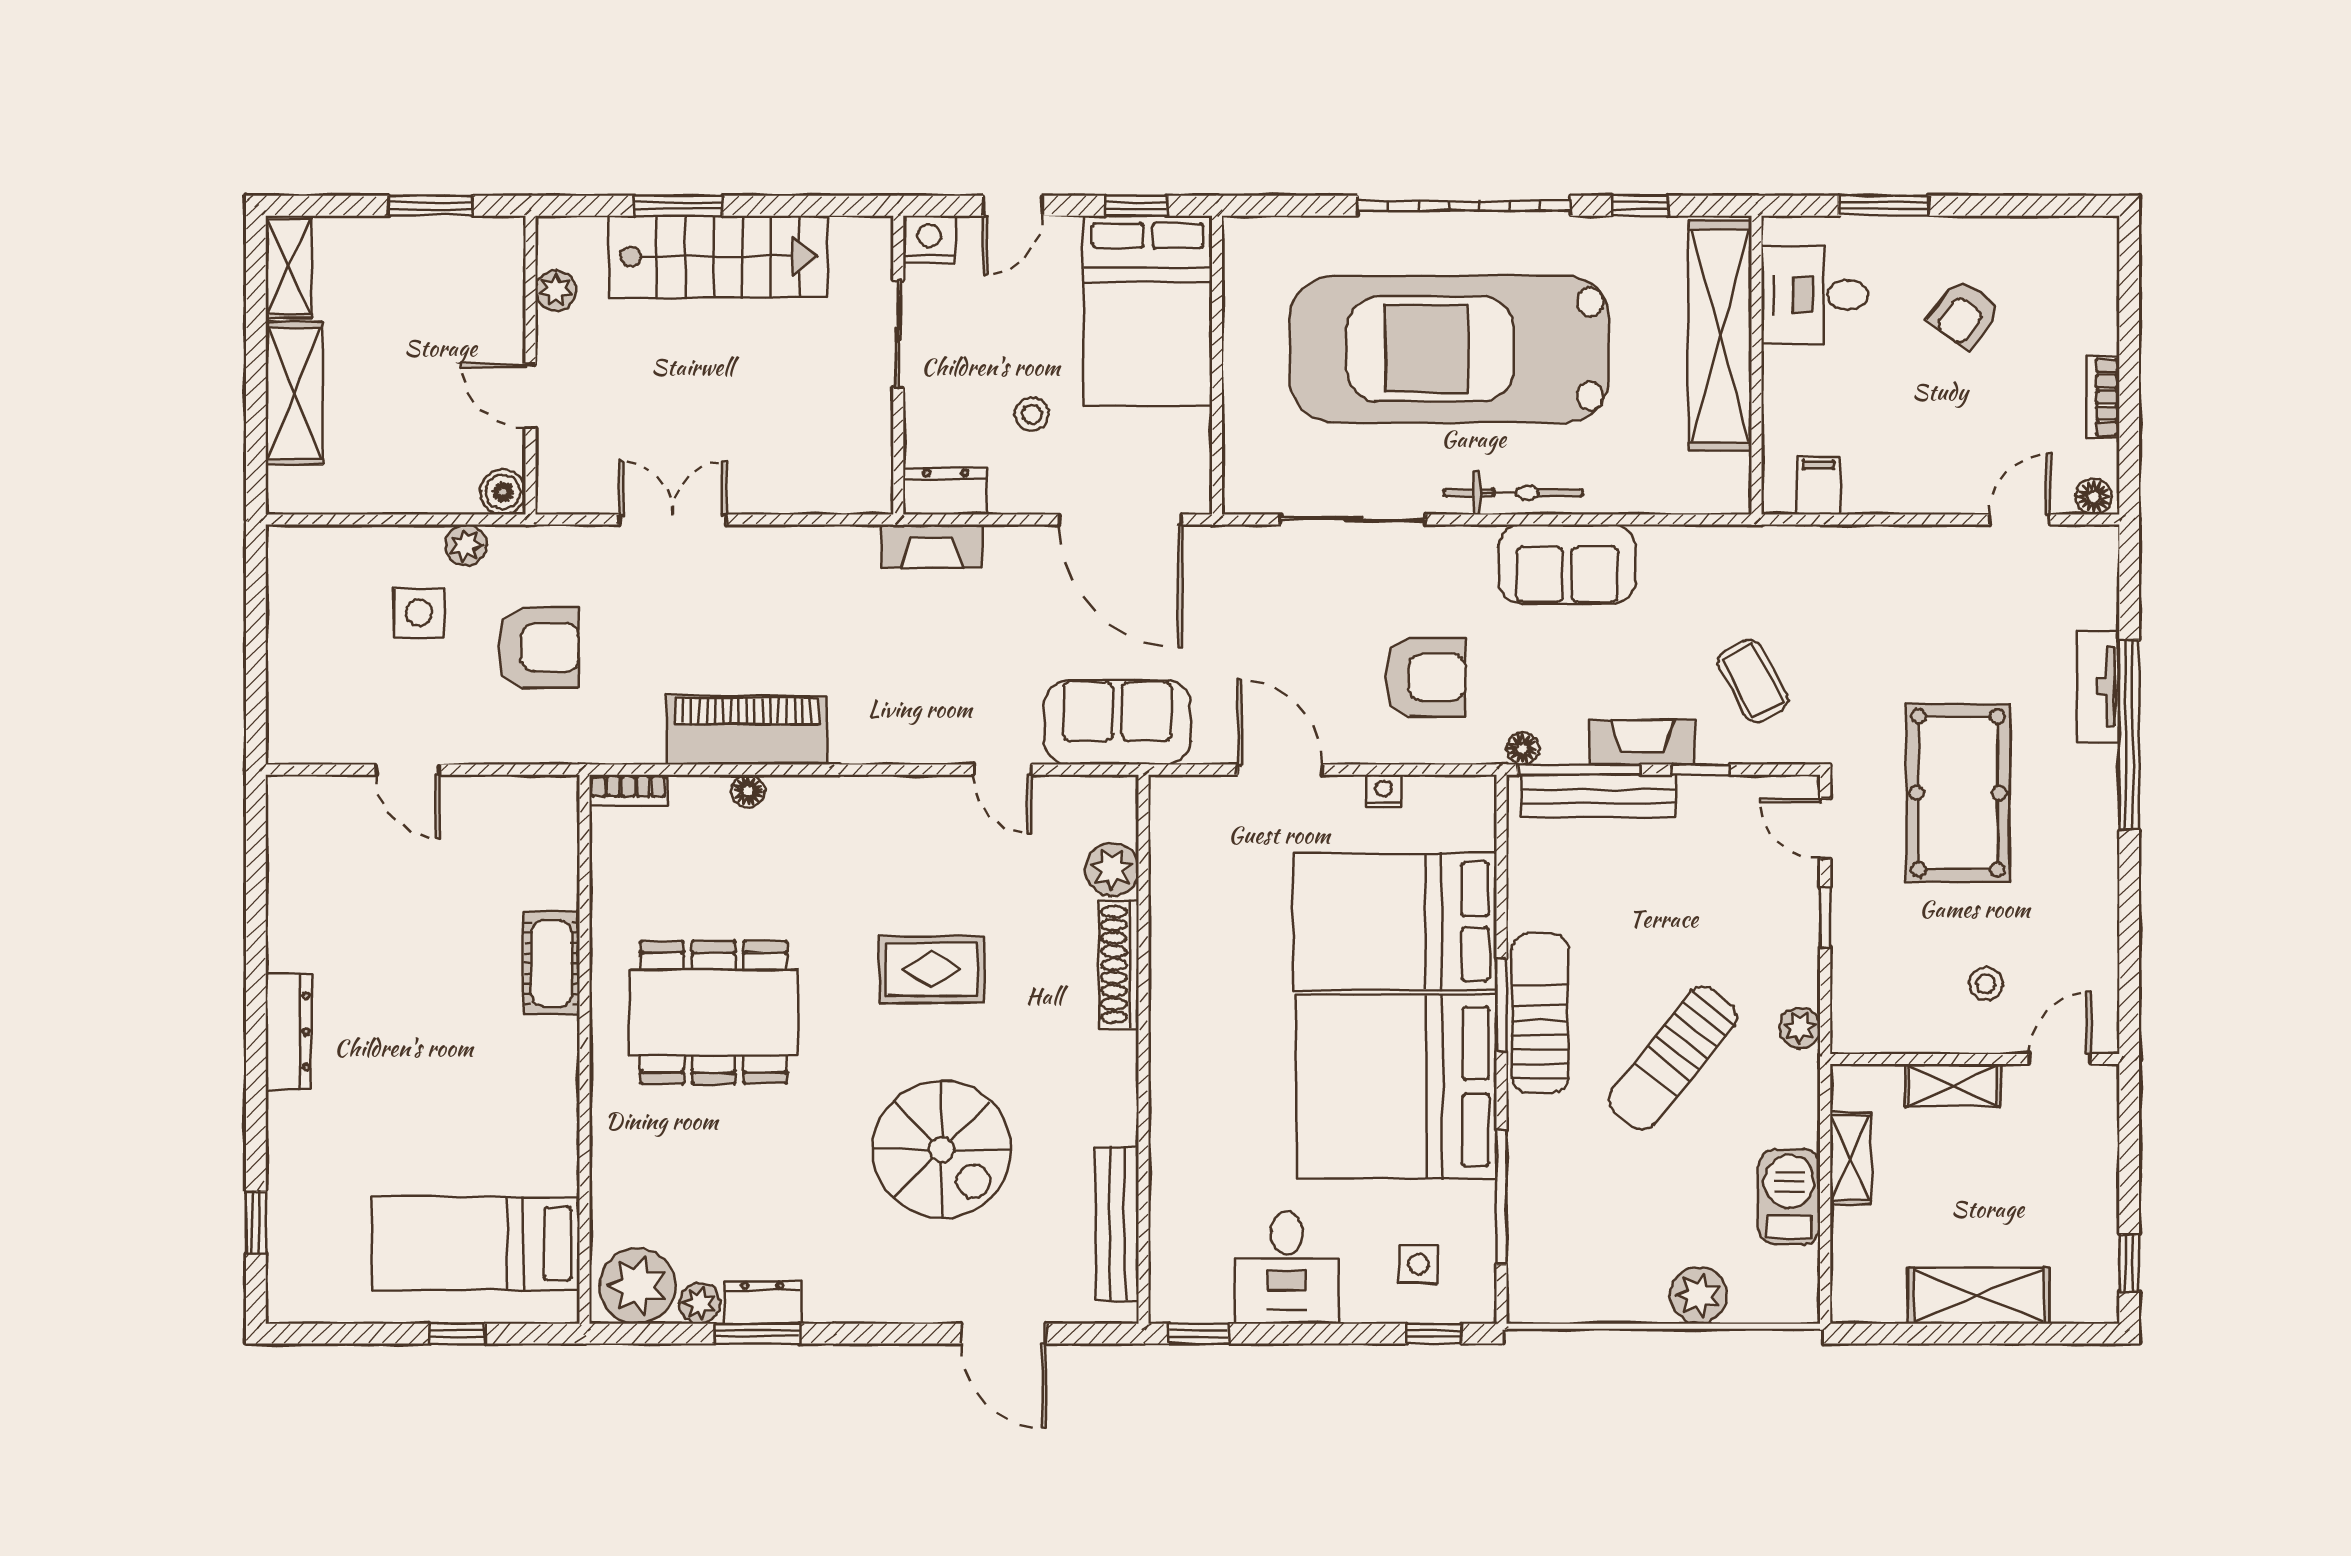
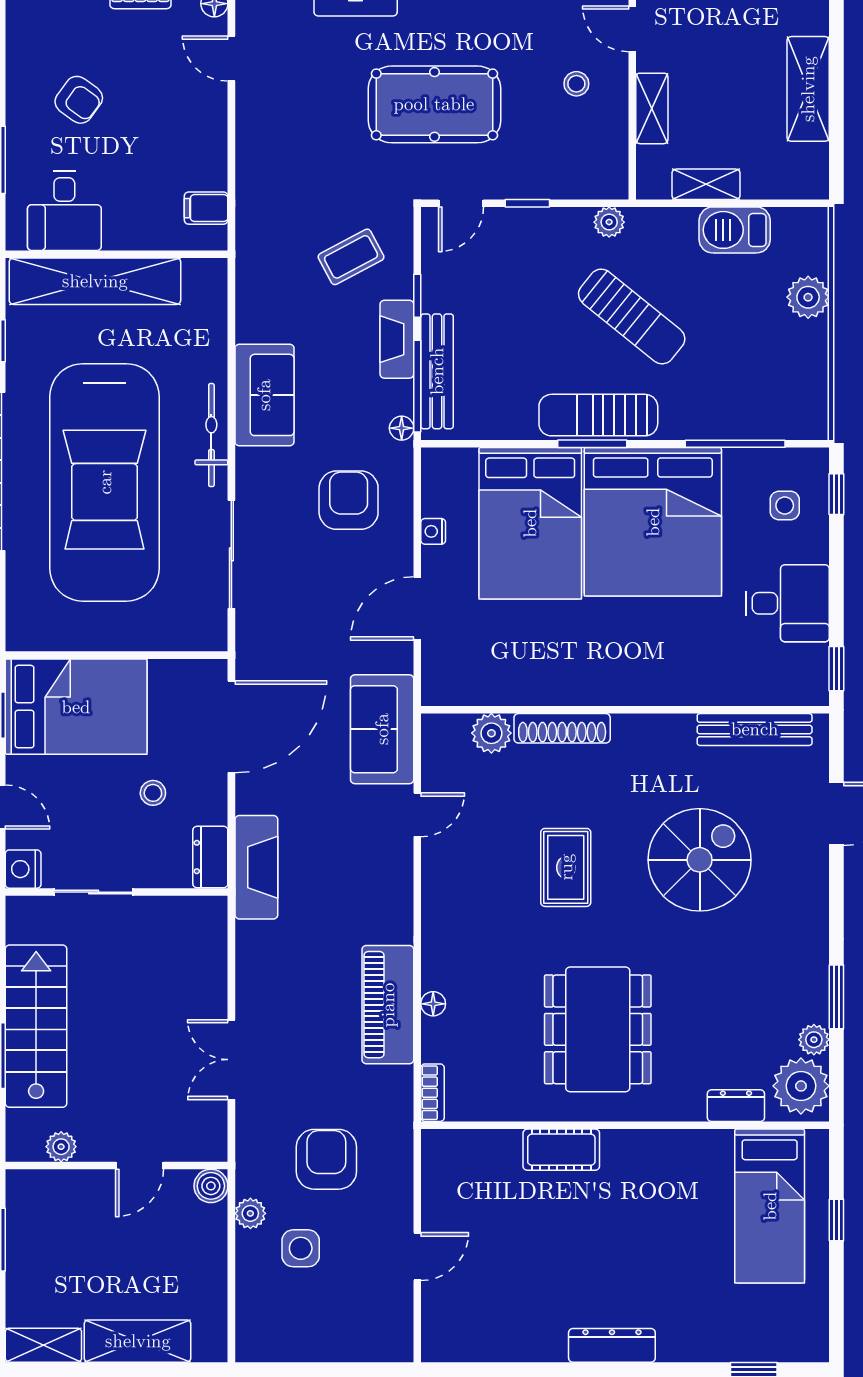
fireplace: (932, 546) -> (256, 867), width x1.37, depth x1.32
dresser: (762, 1302) -> (736, 1106), moved, turned 90

